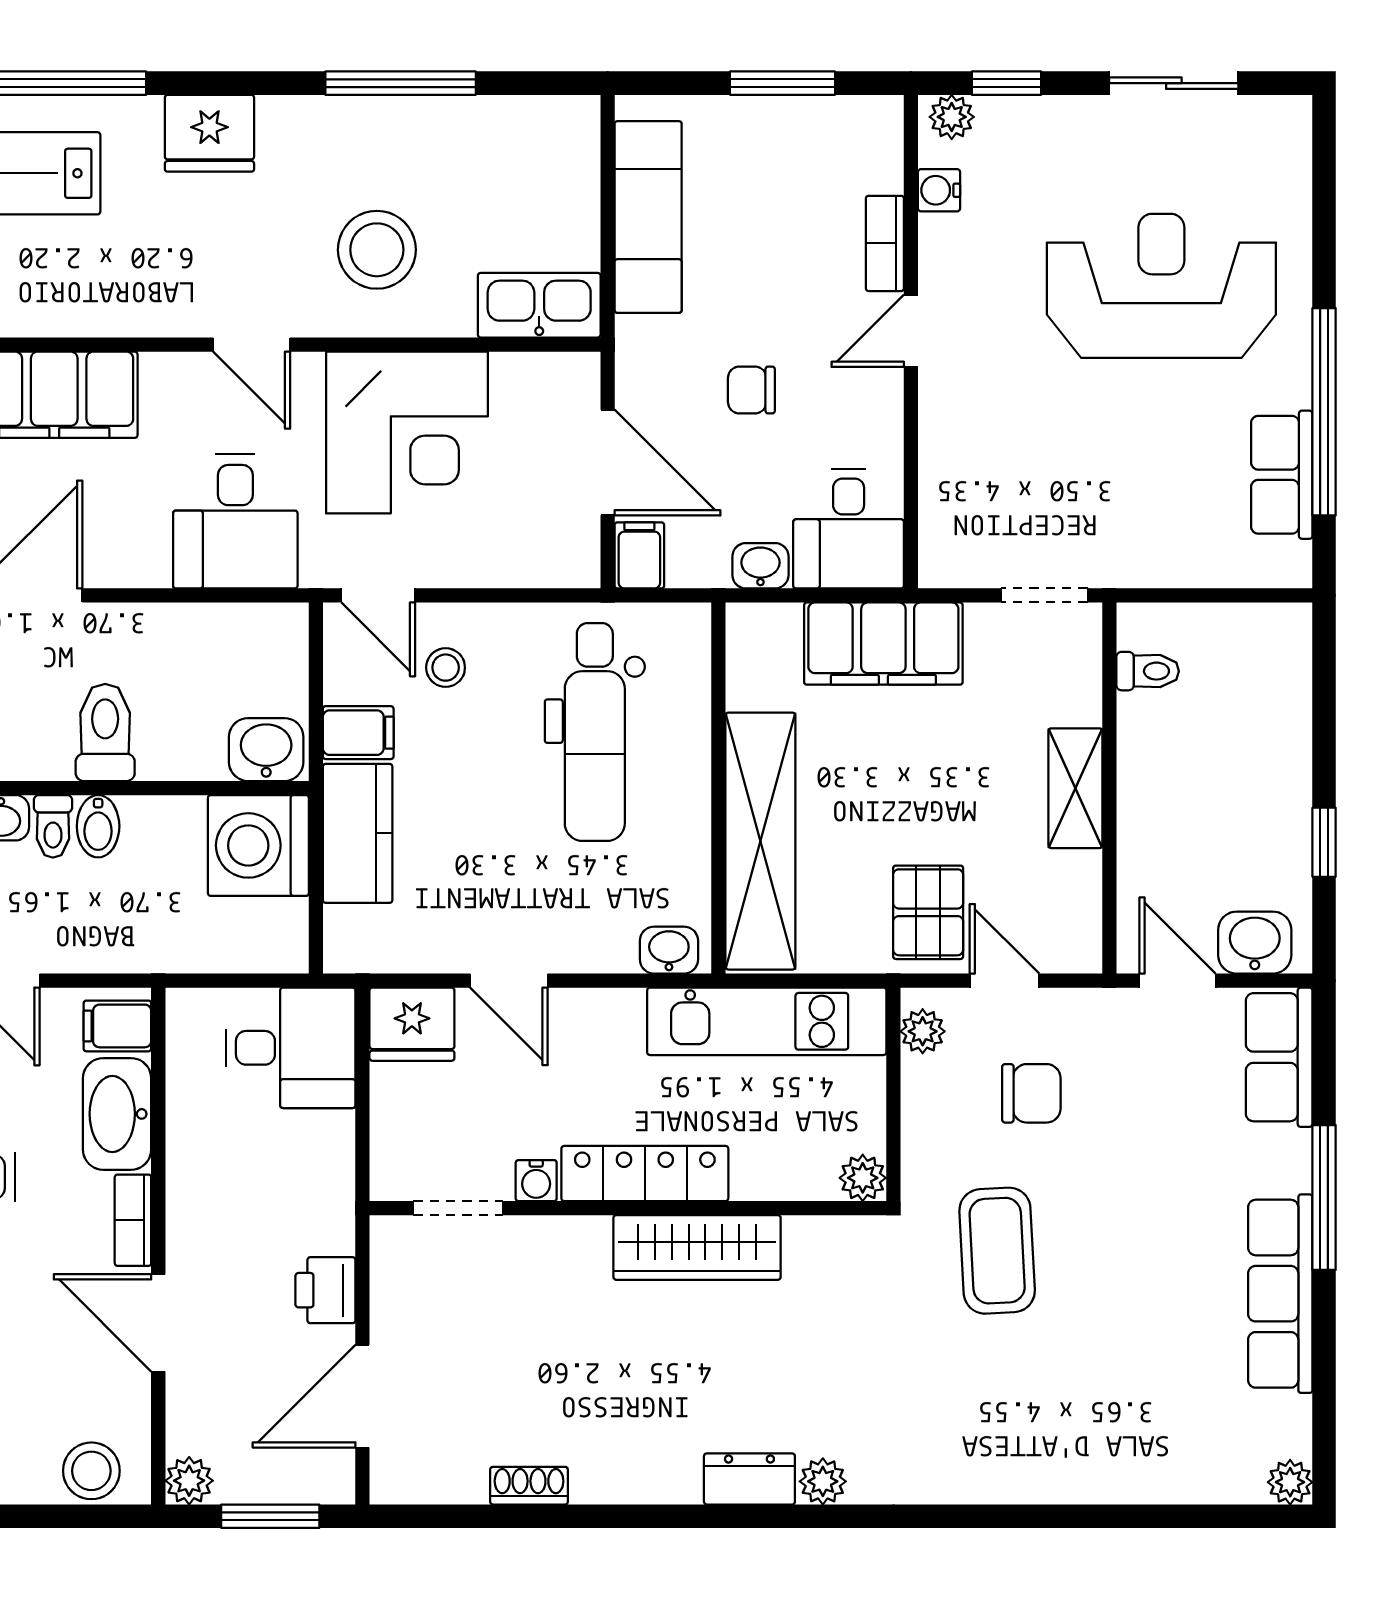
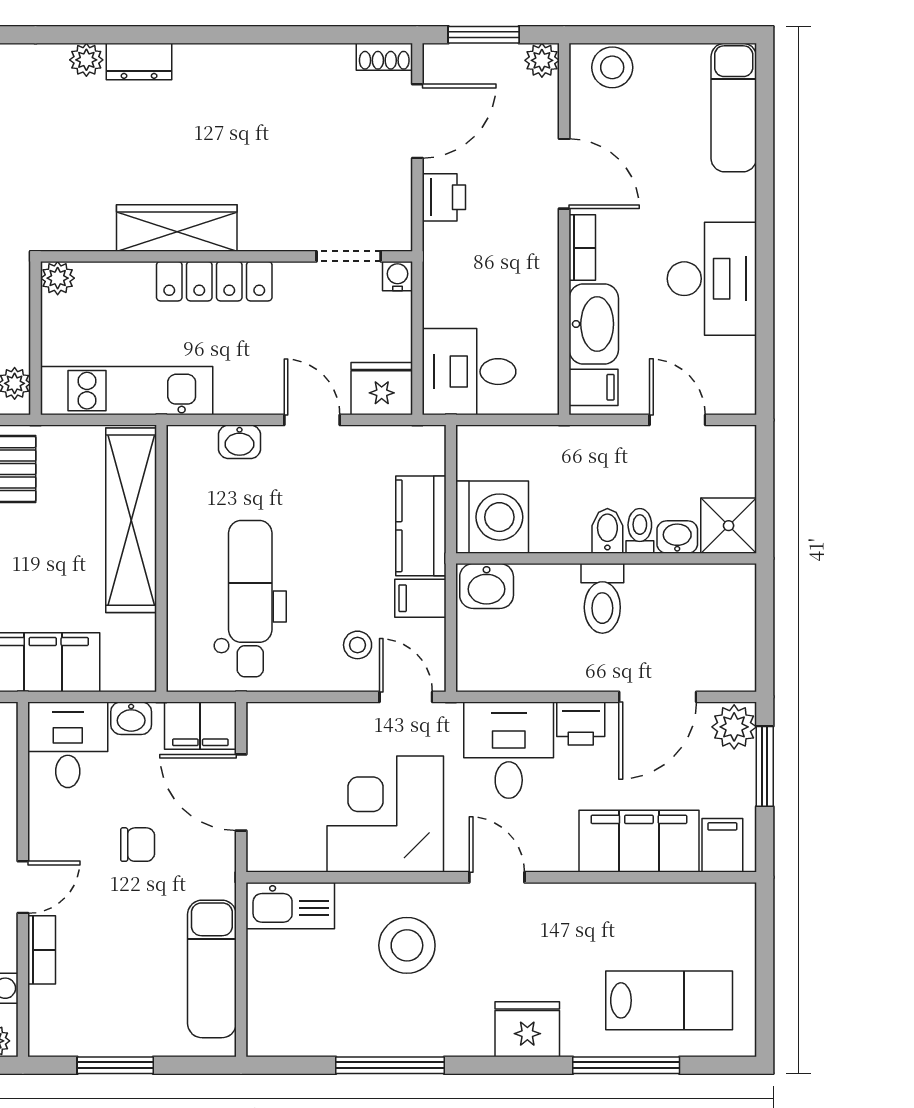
filing cabinet: (639, 555) -> (200, 726), width x2.00
printer: (135, 558) -> (581, 724), added
washbasin: (669, 950) -> (239, 442), moved
water cooler: (536, 1181) -> (397, 276), moved
shoe rack: (529, 1486) -> (384, 57), moved

